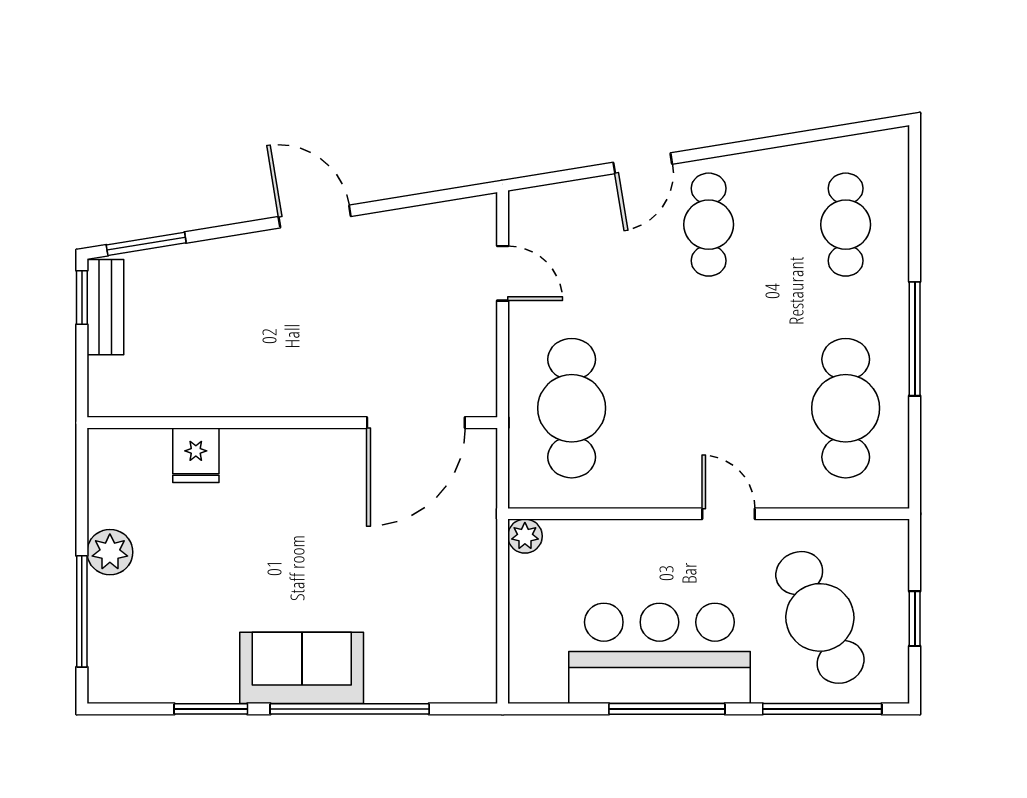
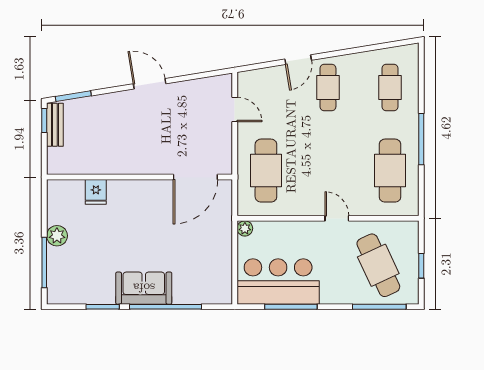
bar counter: (659, 653) -> (278, 282), moved
window: (667, 709) -> (291, 307), moved

